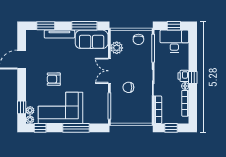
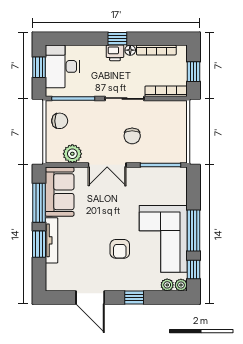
window: (46, 26) -> (39, 244), moved
window: (22, 107) -> (134, 298), moved
window: (76, 128) -> (193, 231), moved

